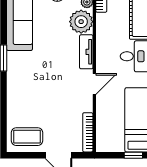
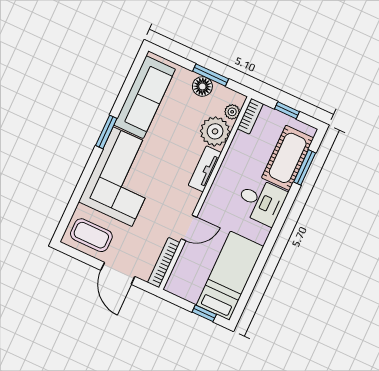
corner sofa: (30, 84) -> (123, 177), added
door: (94, 84) -> (189, 228), moved

